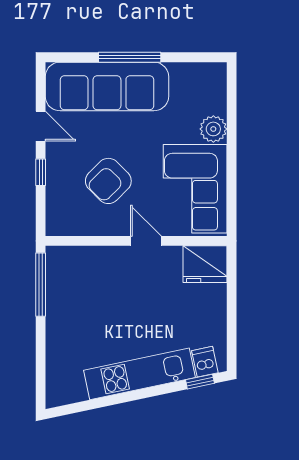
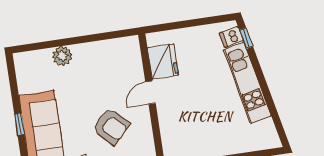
window: (130, 57) -> (19, 124), width x0.46
corner sofa: (195, 189) -> (107, 63), removed
fridge: (205, 264) -> (163, 61), moved

